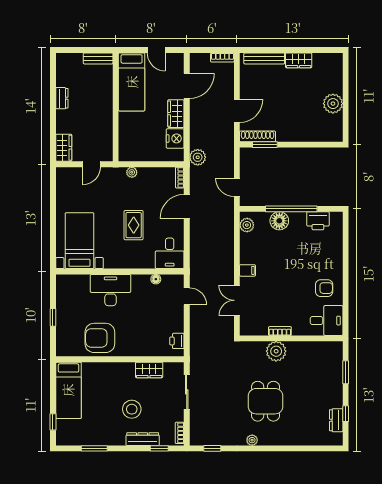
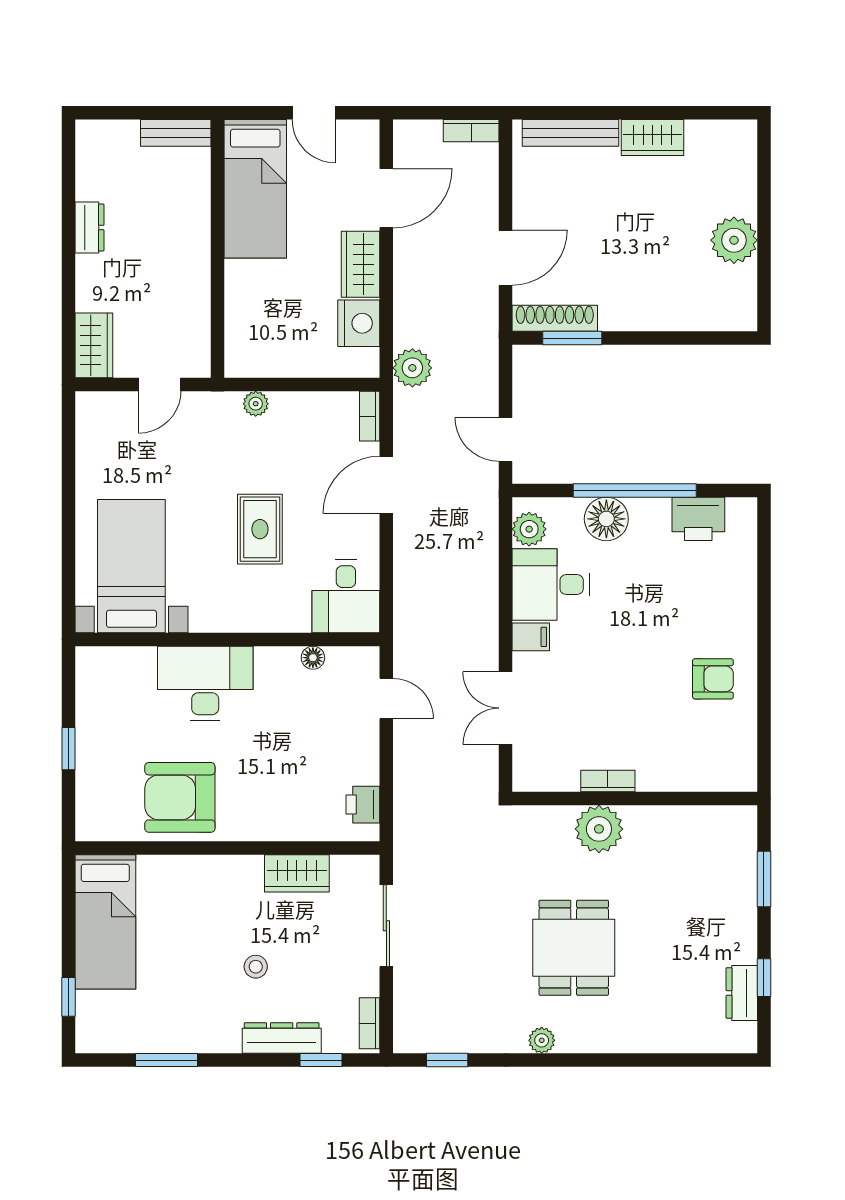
desk: (327, 321) -> (551, 585), moved, turned 180
stool: (132, 409) -> (256, 967), width x0.53, depth x0.53

